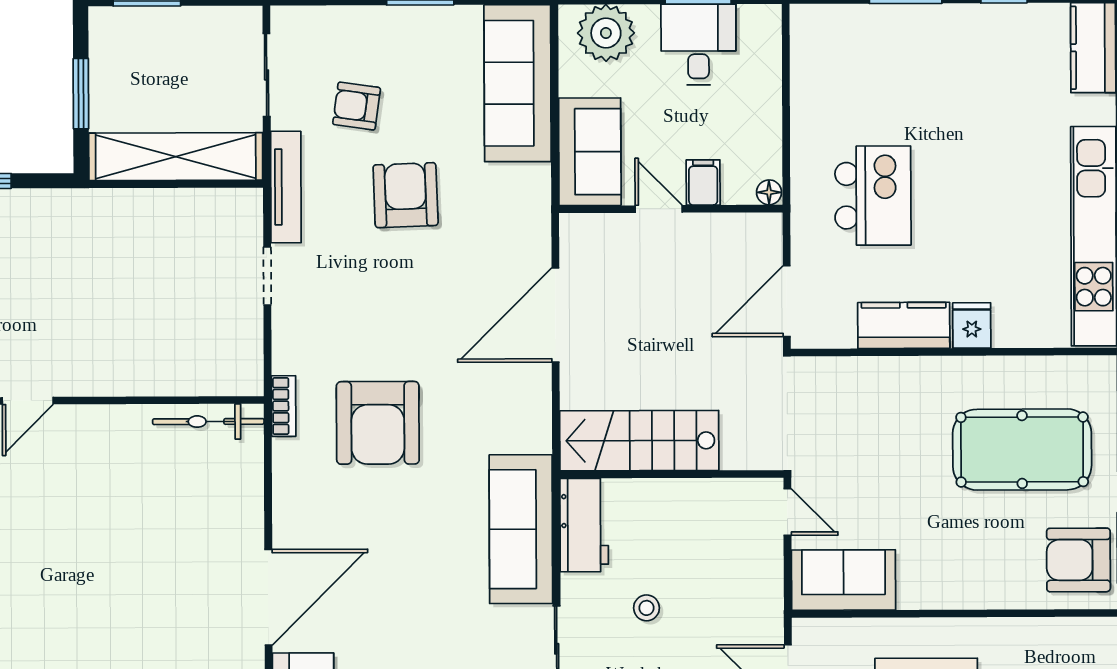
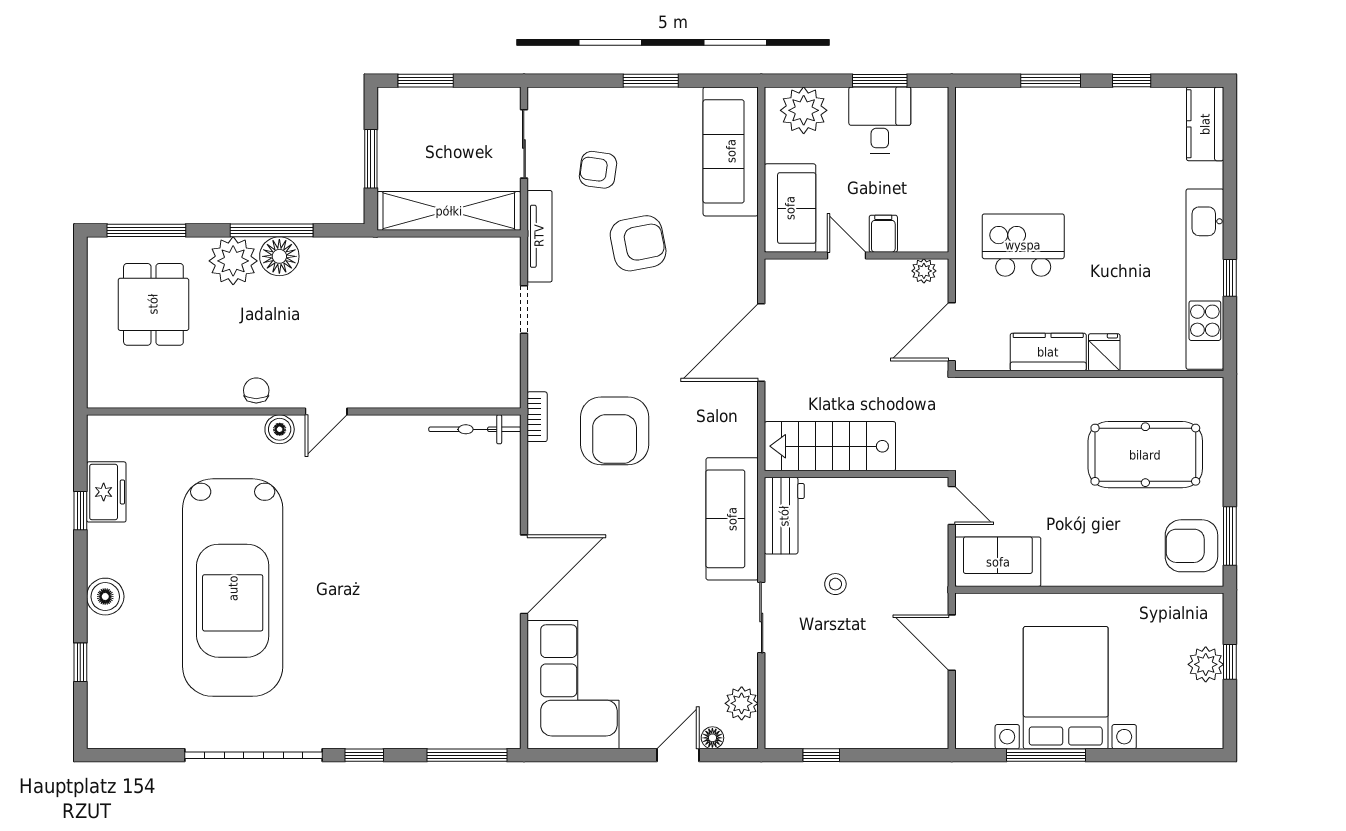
floor lamp: (769, 192) -> (938, 242), removed
armchair: (406, 195) -> (638, 243), turned 81
kitchen island: (873, 196) -> (1023, 245), turned -90
plant: (752, 227) -> (924, 271), added

